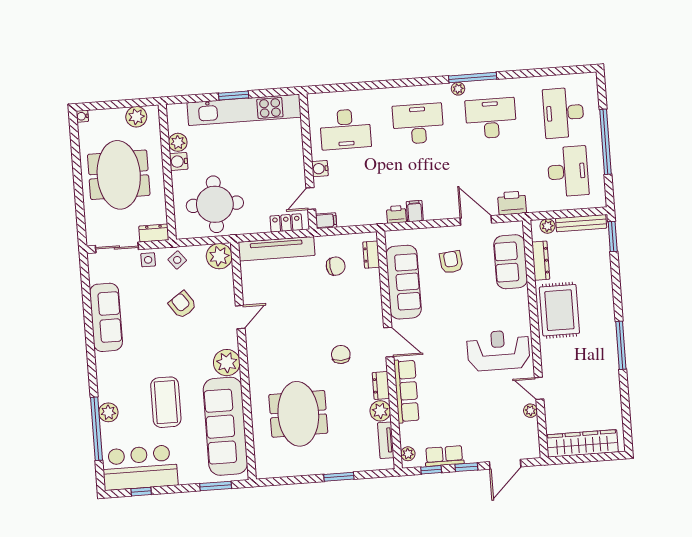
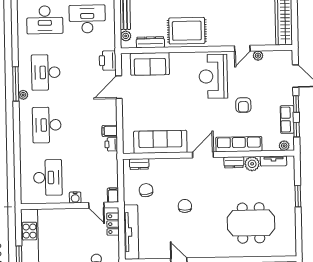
armchair: (451, 262) -> (243, 105), moved, turned -84
chair: (341, 354) -> (185, 206), moved, turned 90

